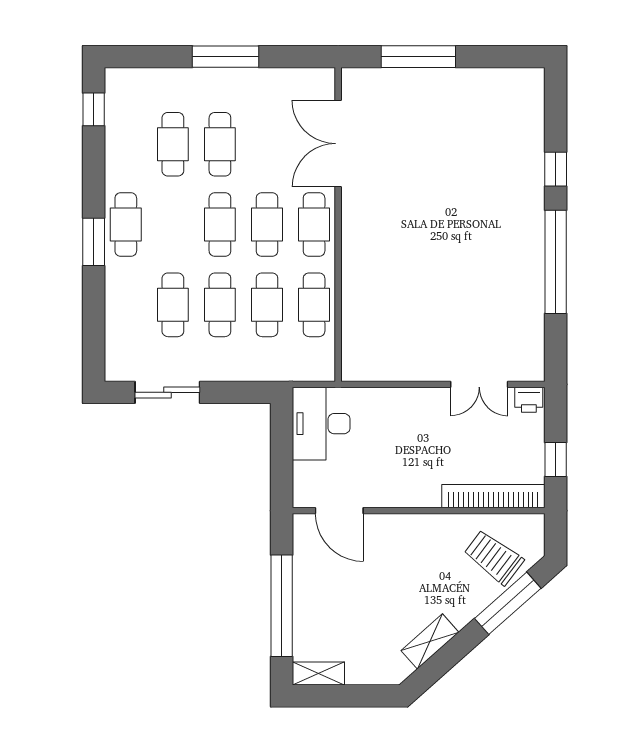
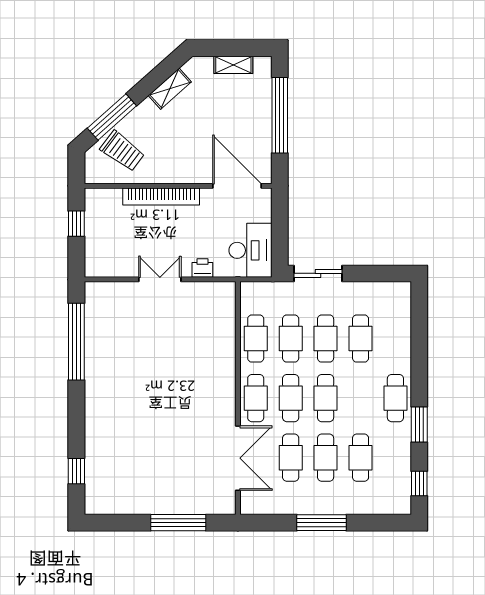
cafe table: (267, 144) -> (291, 458), added
window: (556, 169) -> (76, 471), moved
window: (94, 242) -> (419, 424), moved
window: (556, 262) -> (76, 342), moved
double door: (479, 384) -> (160, 279), moved
sliding door: (167, 392) -> (318, 273), moved
printer: (529, 400) -> (202, 268), moved
bookcase: (493, 496) -> (161, 196), moved
door: (339, 511) -> (237, 186), width x1.36
shelving: (318, 673) -> (233, 65), moved

